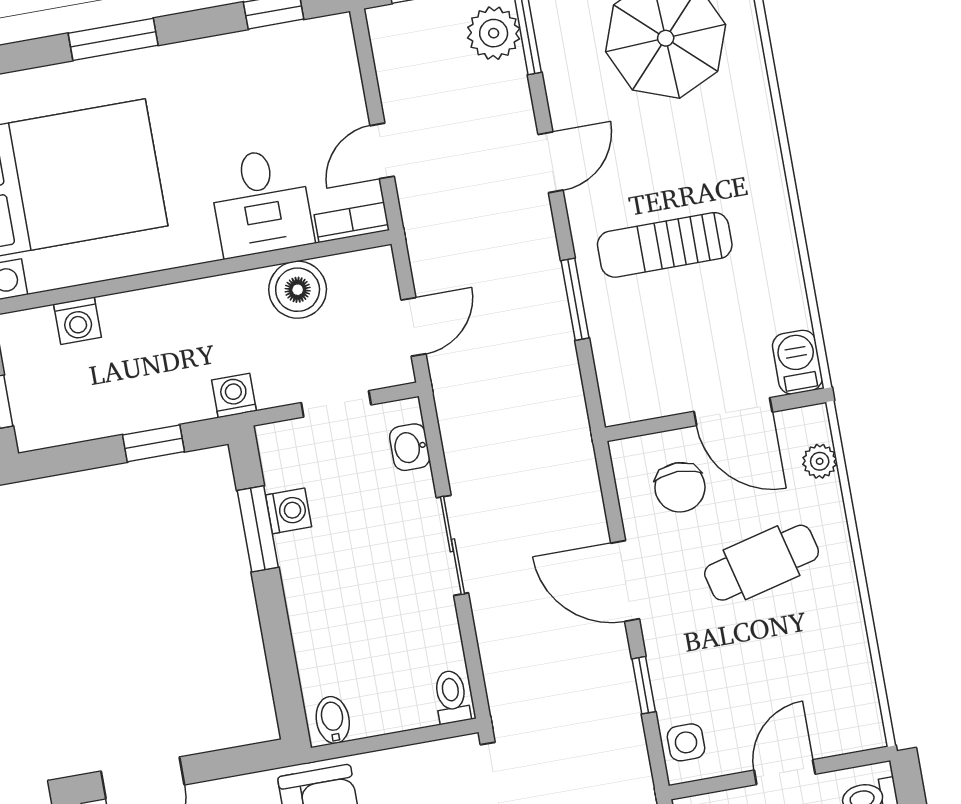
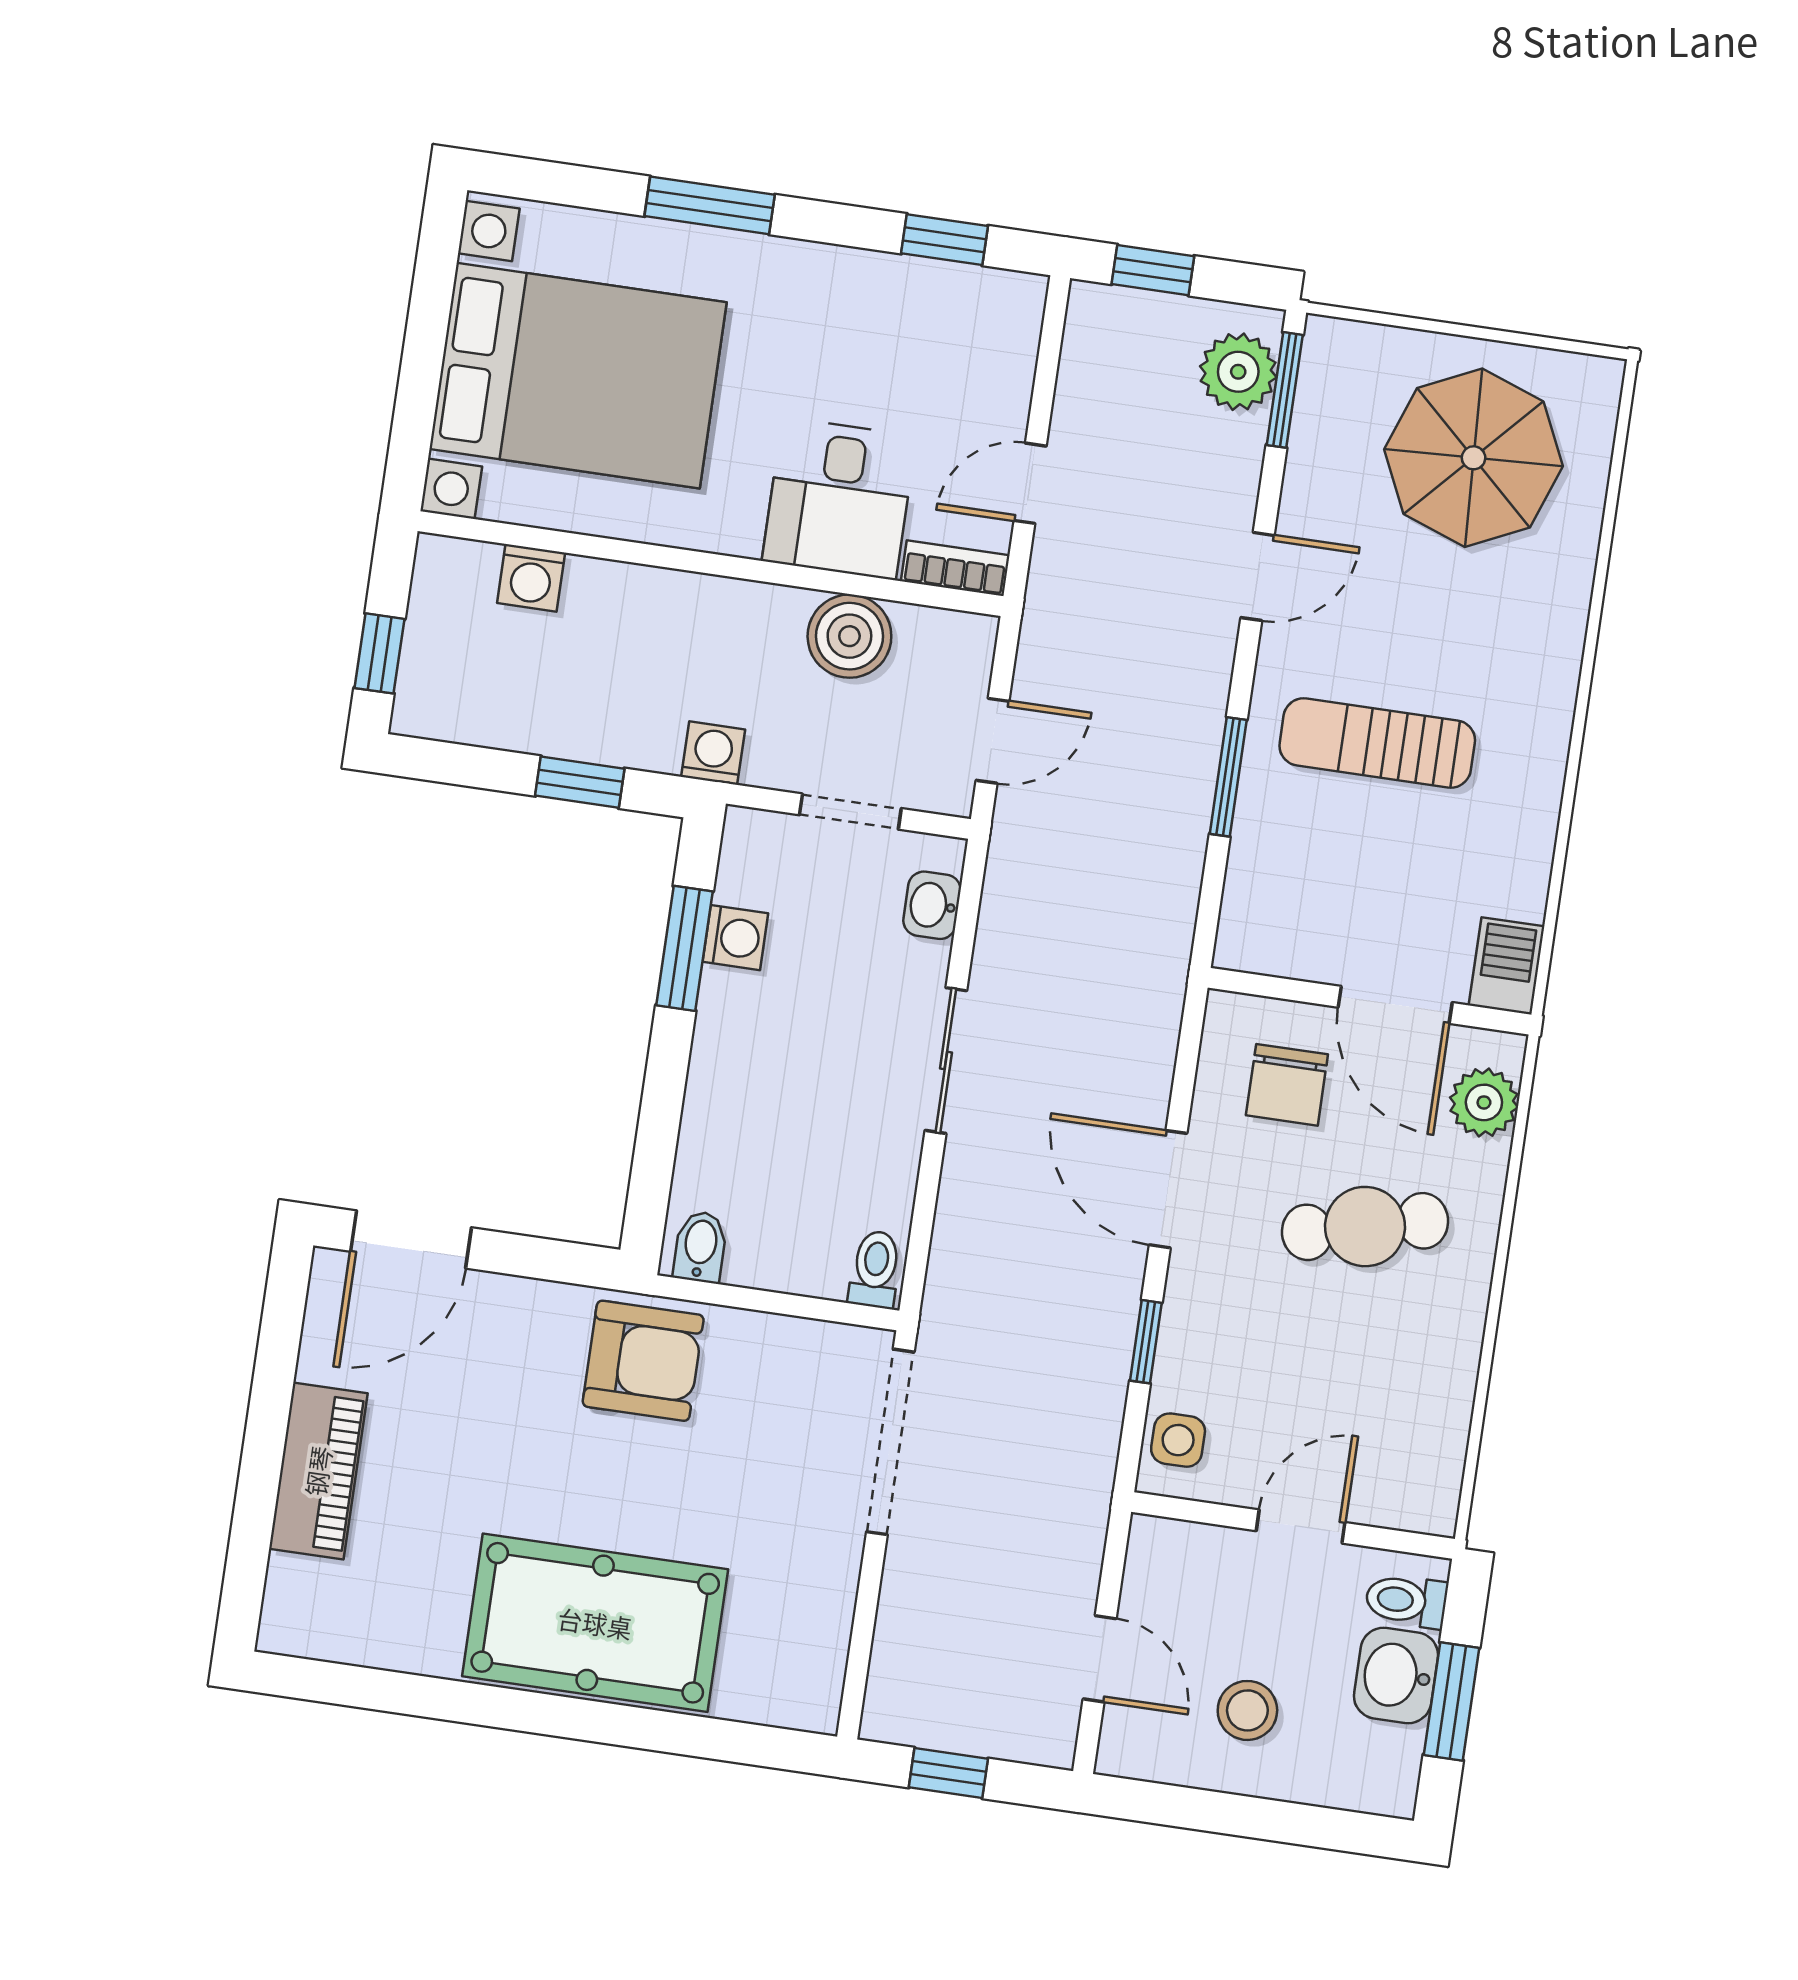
plant: (820, 461) -> (1484, 1102), width x1.38, depth x1.38

